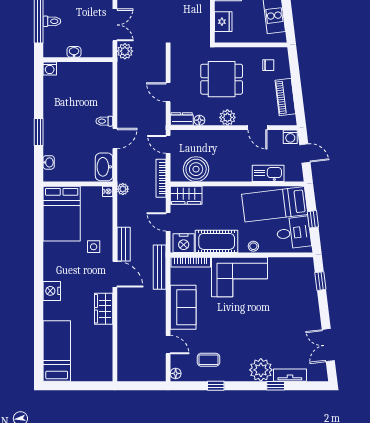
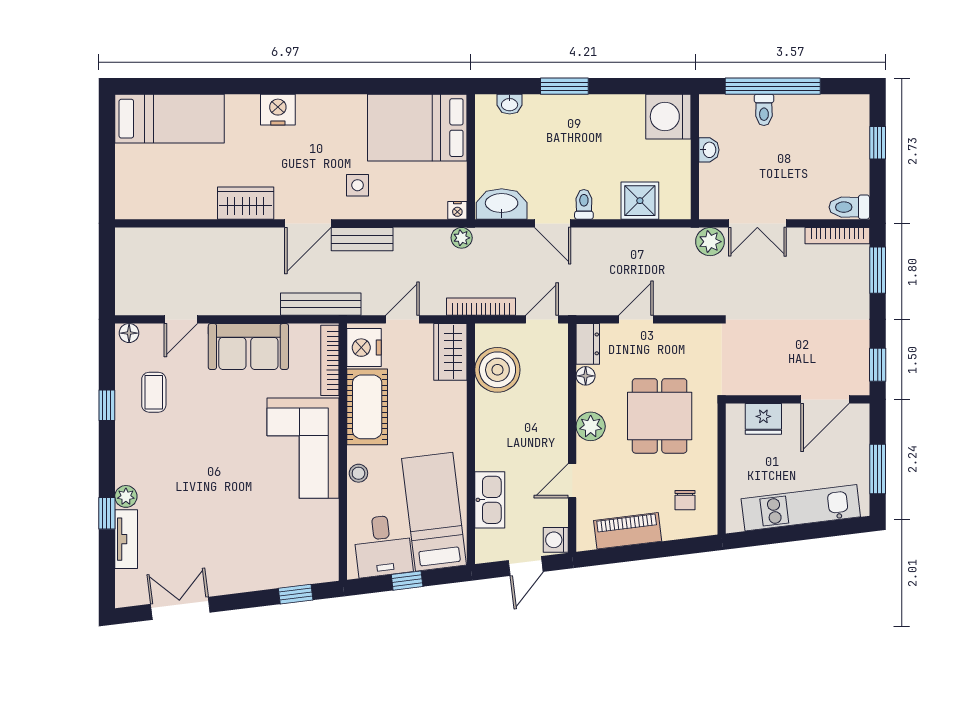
washing machine: (50, 68) -> (668, 117), width x1.89, depth x1.89
shower: (102, 90) -> (640, 201), added
plant: (261, 370) -> (126, 496), width x0.53, depth x0.53

